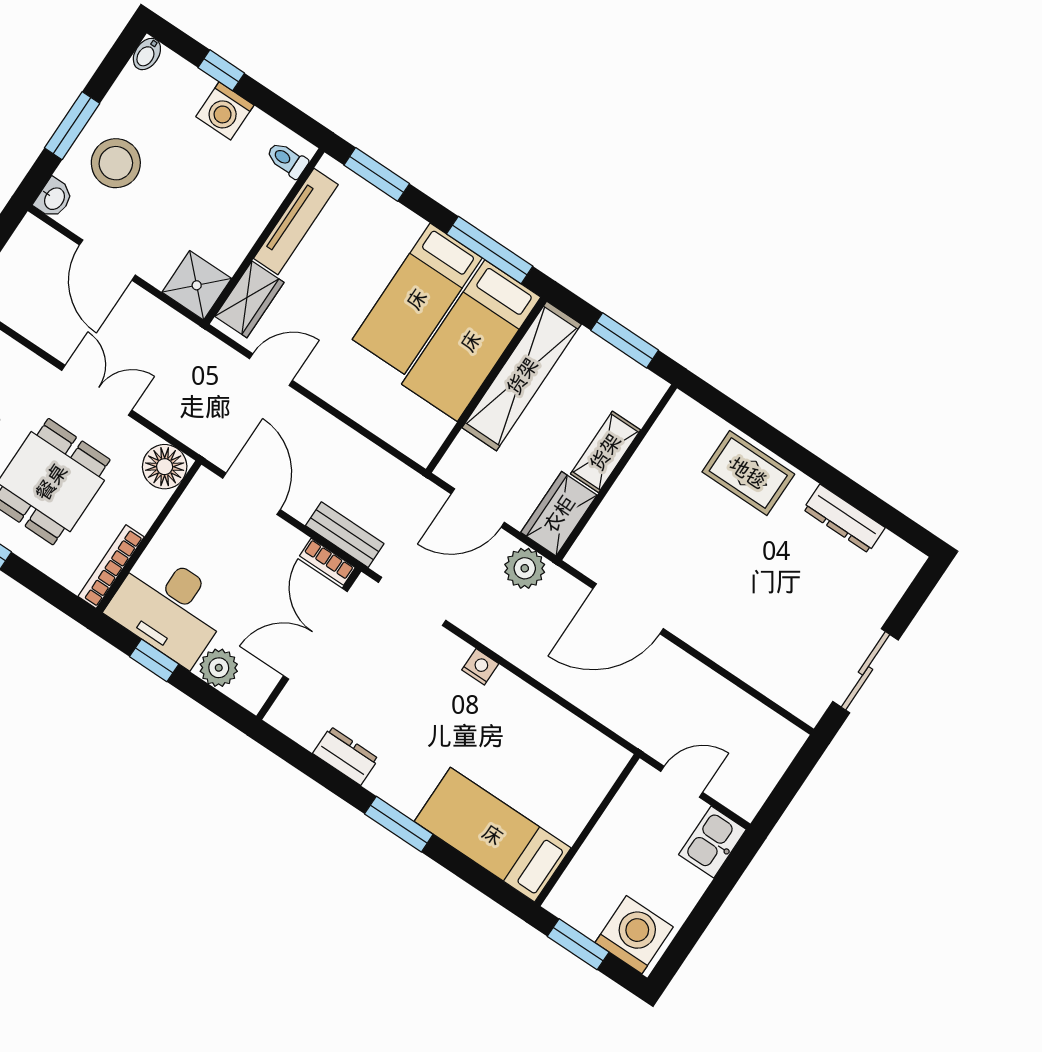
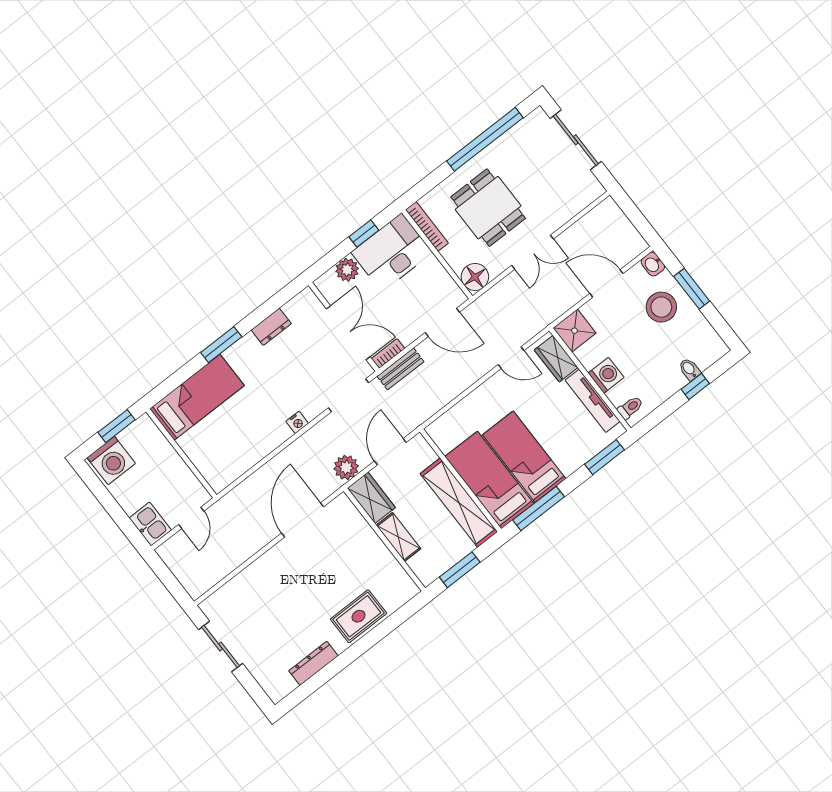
bidet: (147, 54) -> (689, 369), moved
washing machine: (225, 111) -> (606, 375), moved, turned 90
door: (271, 370) -> (511, 358), hinge flipped

